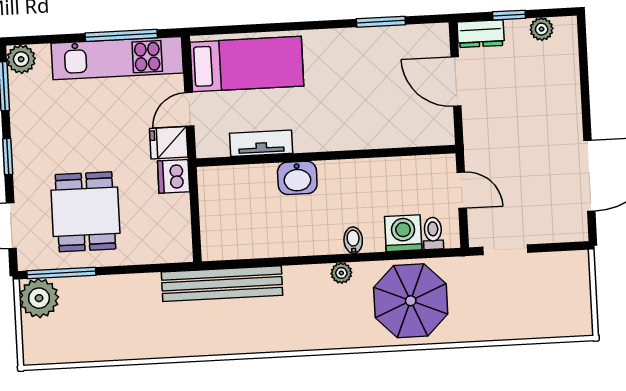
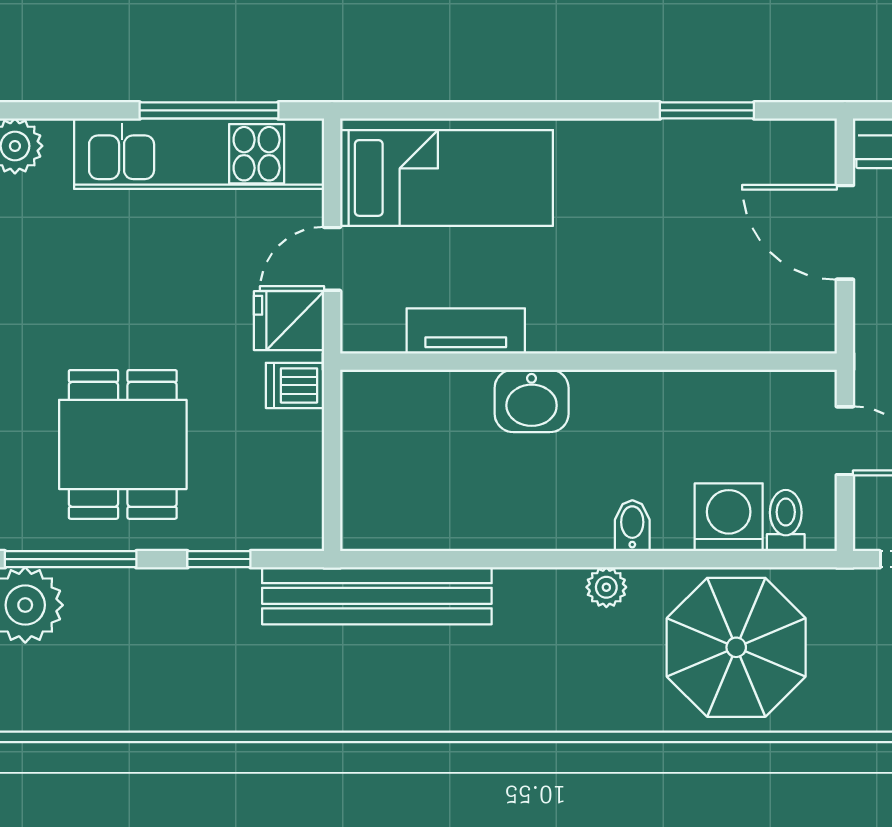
dishwasher: (174, 176) -> (295, 385), width x0.73
window: (139, 269) -> (219, 559), added

